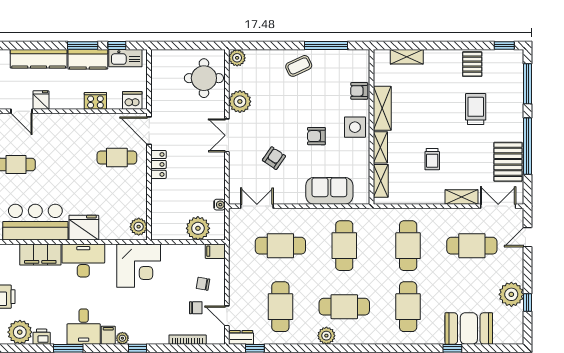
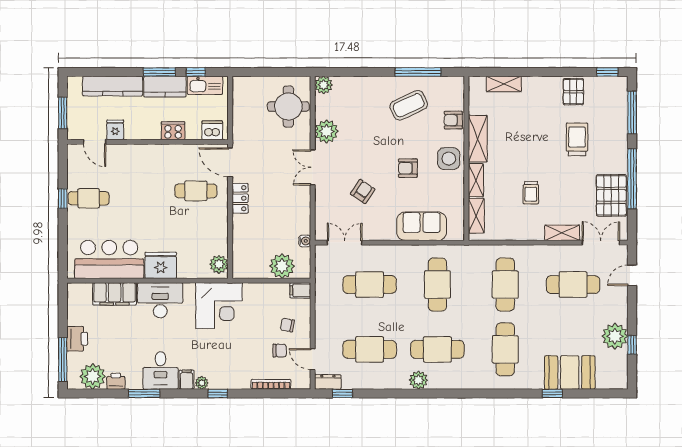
coffee table: (299, 66) -> (409, 105), moved, width x1.36, depth x1.30
cafe table: (280, 307) -> (370, 349), turned 90

